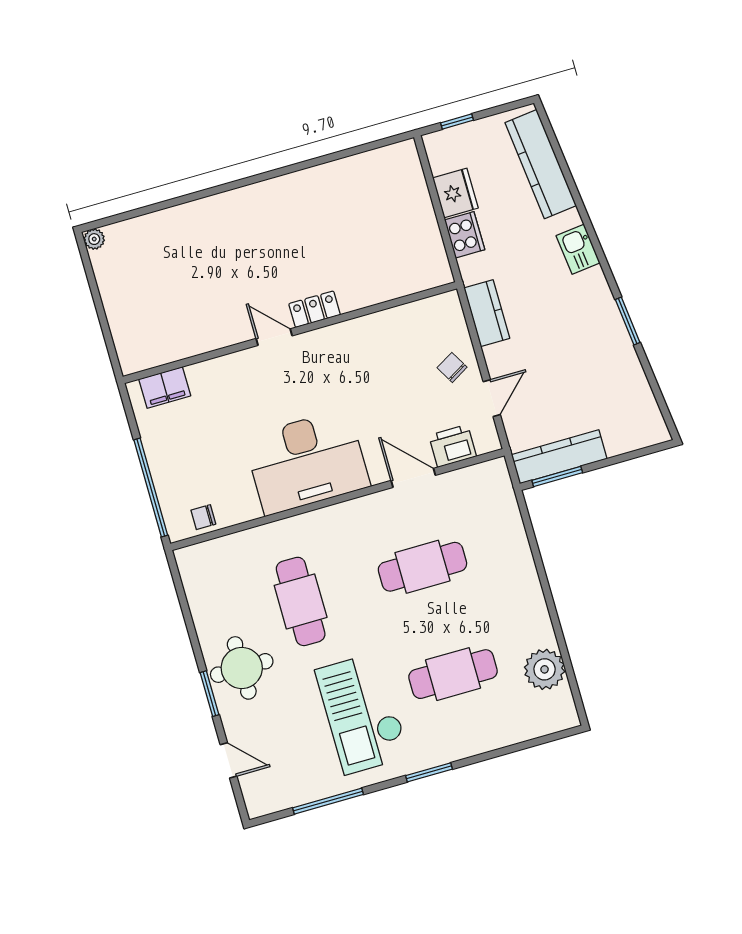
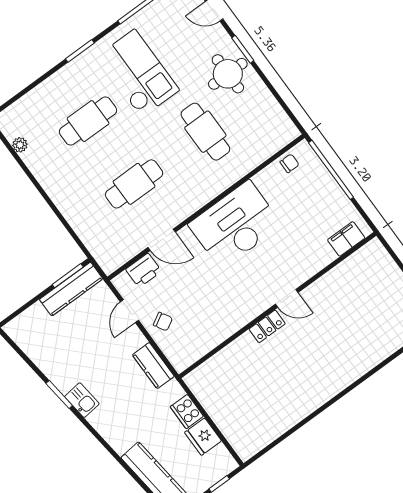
kitchen sink: (578, 249) -> (82, 400), moved
plant: (545, 669) -> (20, 145), width x0.53, depth x0.53

